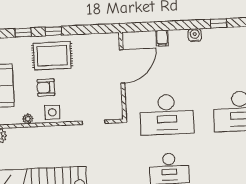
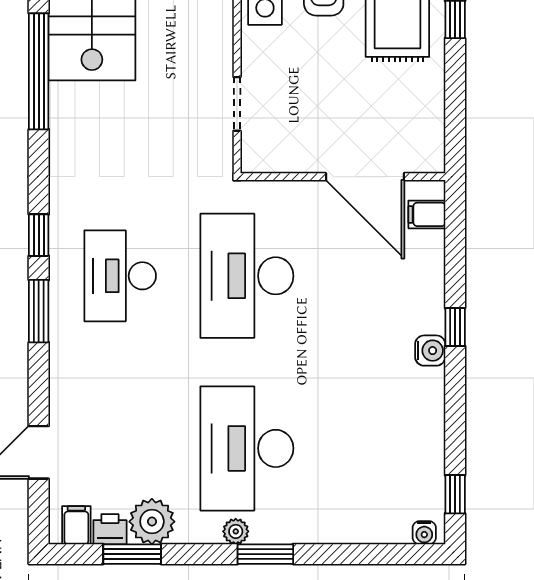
window: (219, 23) -> (455, 327), moved
filing cabinet: (162, 38) -> (427, 214), moved

